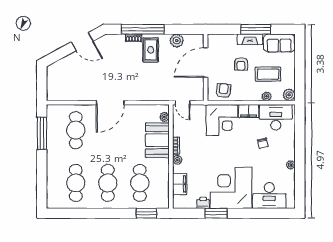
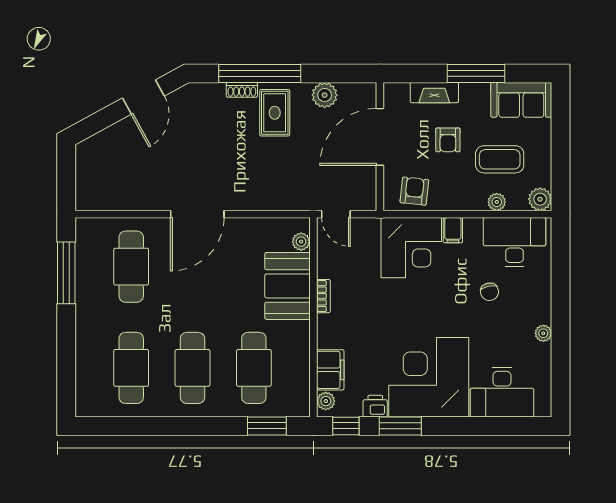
fireplace: (250, 39) -> (434, 93), moved
door: (82, 42) -> (143, 97), hinge flipped
filing cabinet: (249, 111) -> (453, 230), width x0.50
plant: (177, 160) -> (326, 401), moved
window: (188, 213) -> (346, 426), added

